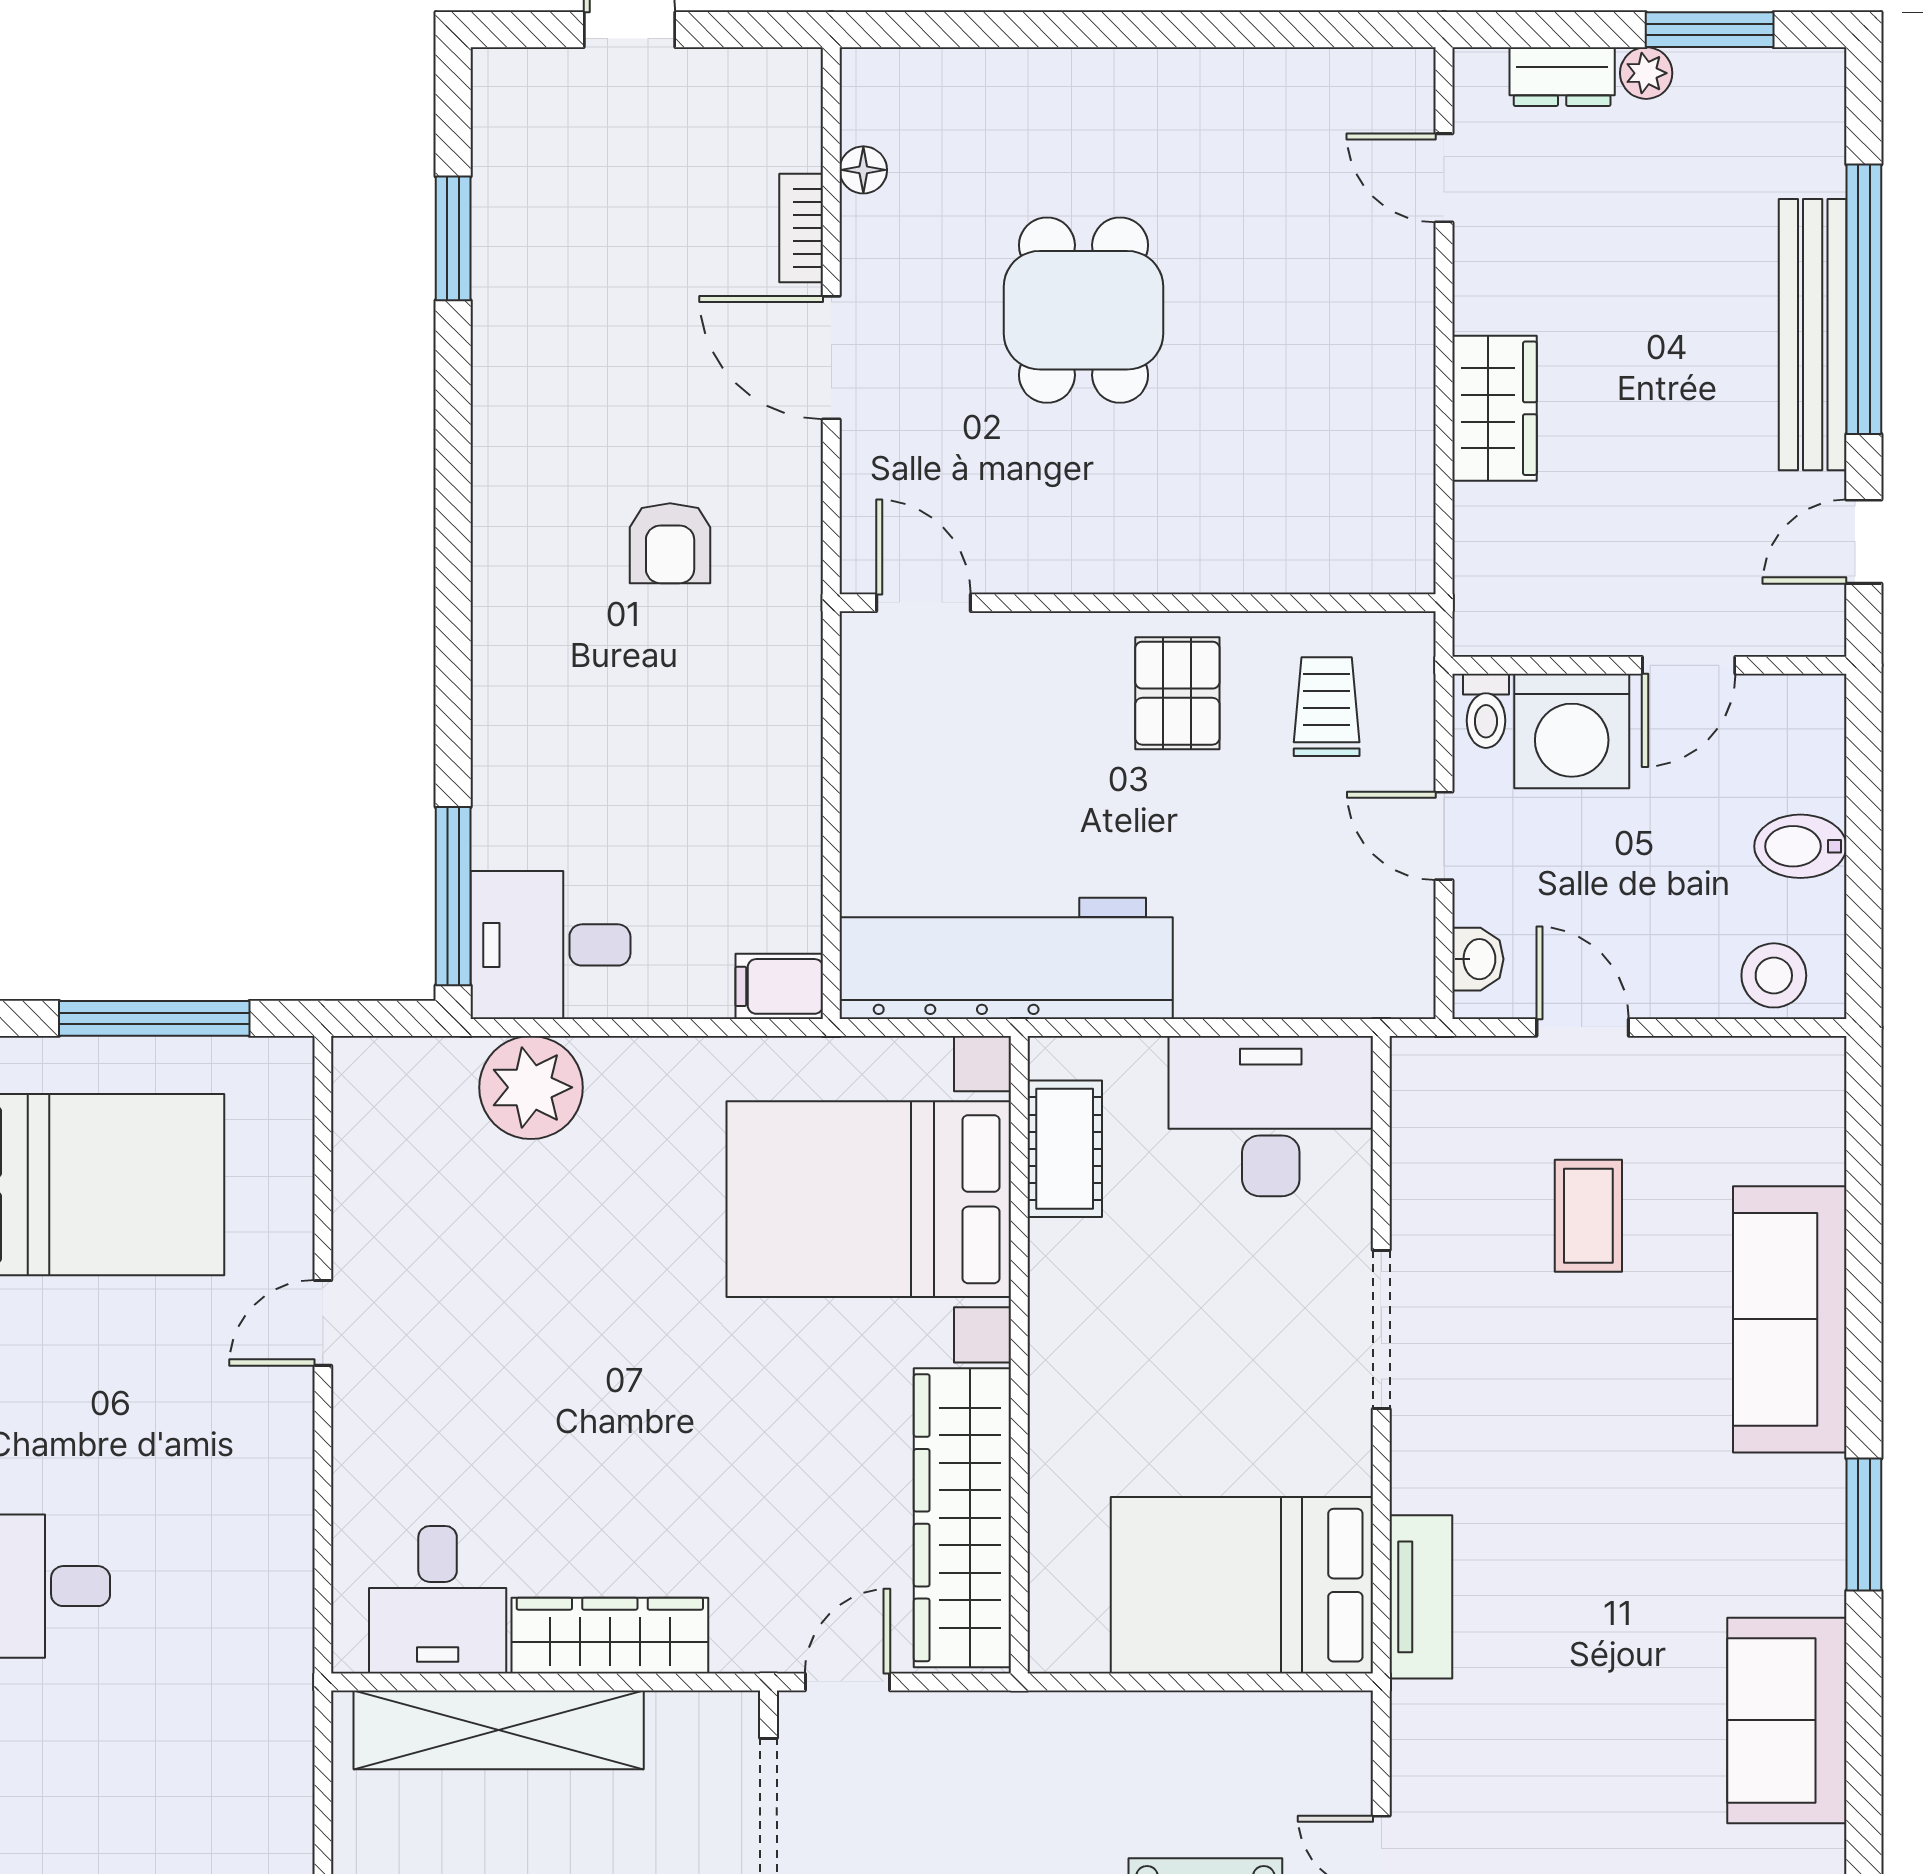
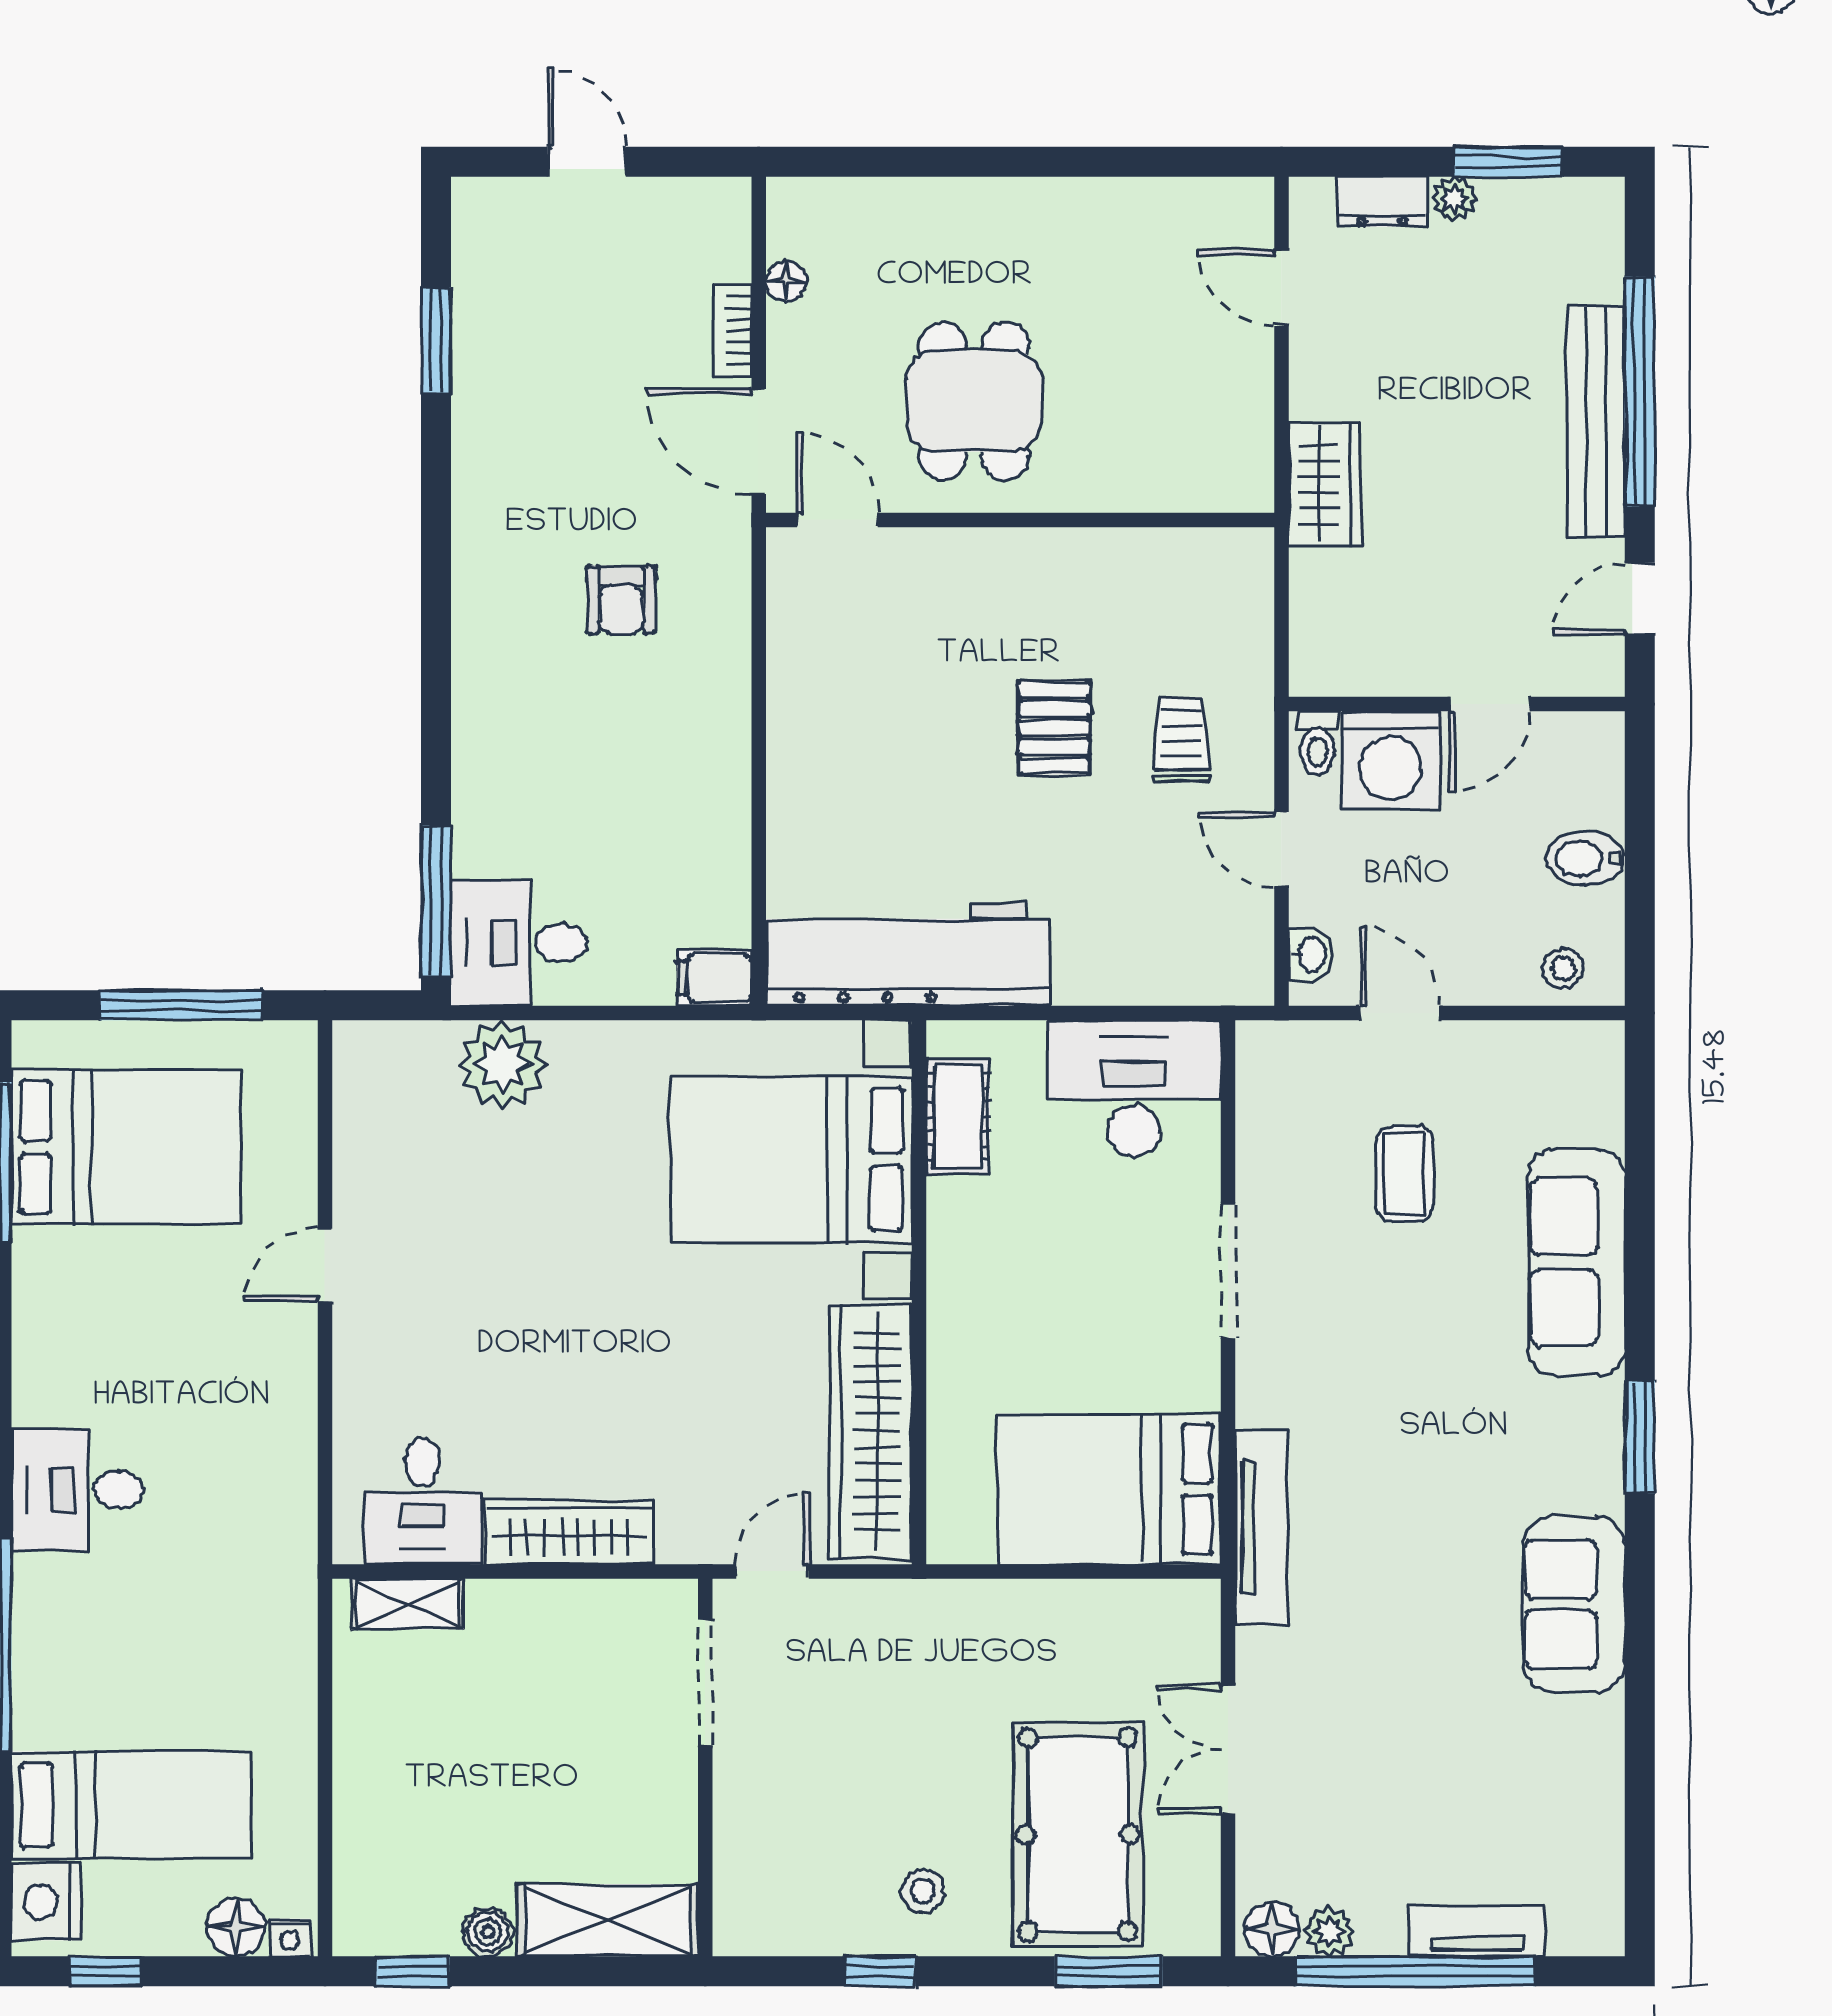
door: (923, 603) -> (837, 520), moved
wall: (1138, 603) -> (1020, 520), moved
stool: (1774, 975) -> (1563, 969), width x0.73, depth x0.73
tv unit: (1421, 1597) -> (1262, 1527), width x1.41
shelving: (499, 1730) -> (407, 1604), width x0.45, depth x0.75

